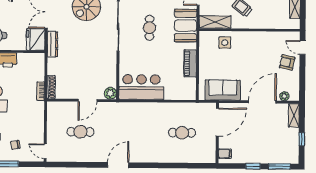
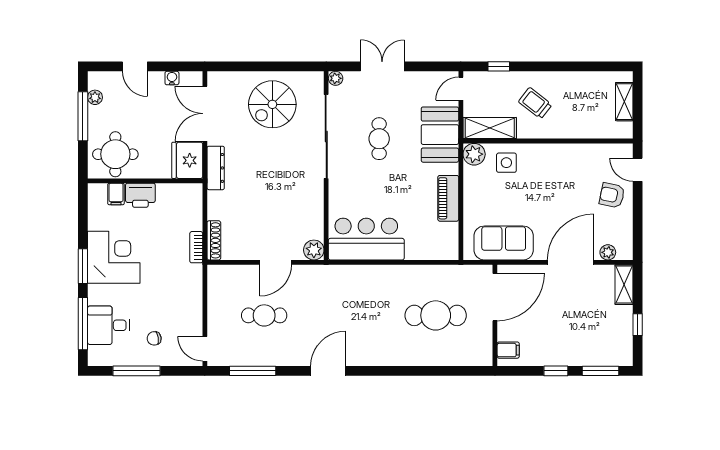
plant: (206, 37) -> (474, 154), added
cafe table: (182, 133) -> (436, 315), width x1.37, depth x1.35
window: (73, 165) -> (253, 371), added

